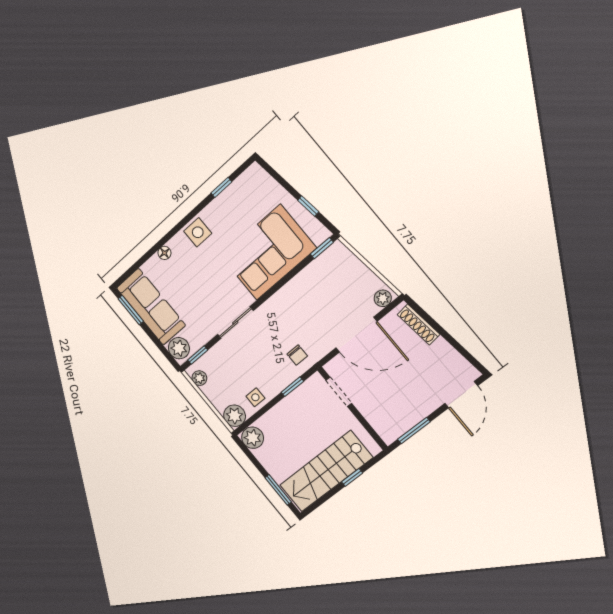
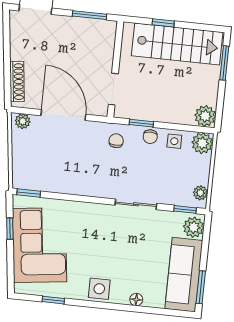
corner sofa: (268, 252) -> (40, 245), moved, turned -97
chair: (276, 383) -> (150, 137), added

